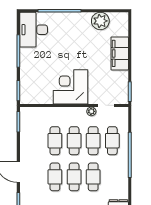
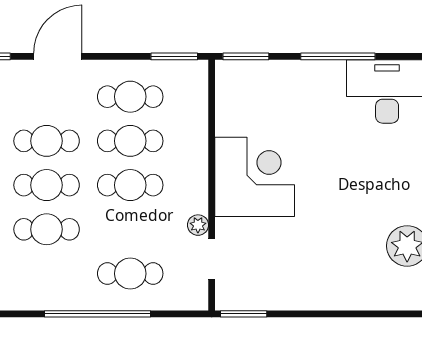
filing cabinet: (120, 53) -> (332, 291), removed
cafe table: (93, 141) -> (130, 97), moved

